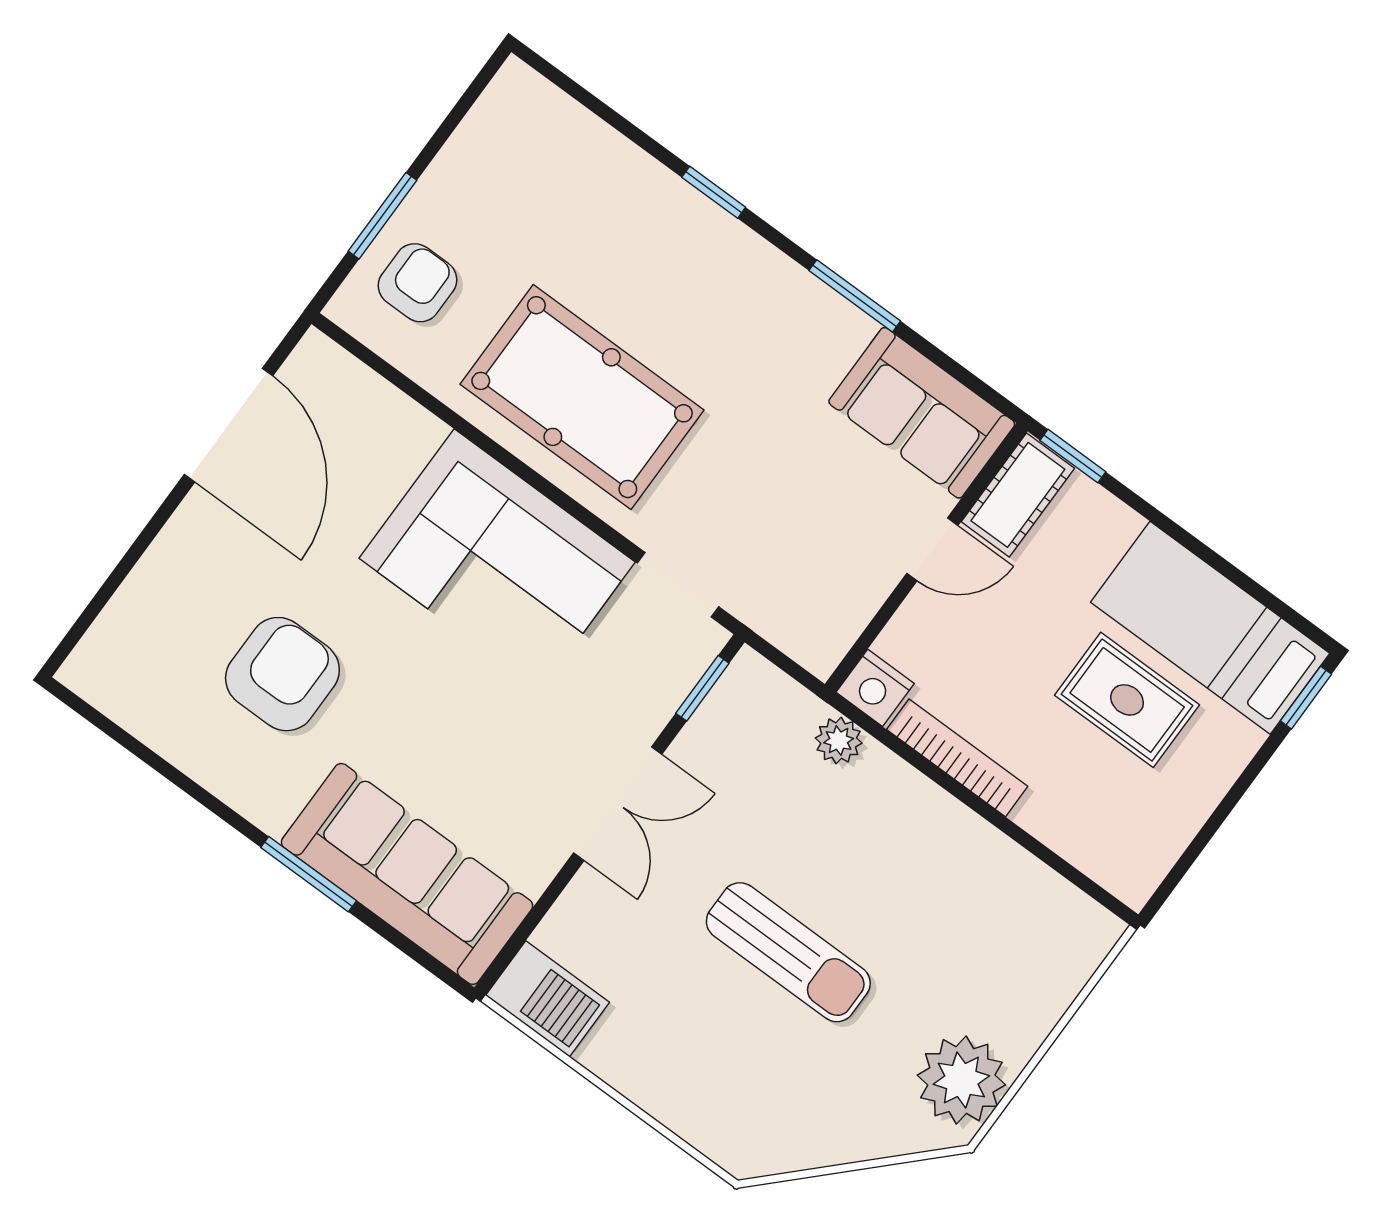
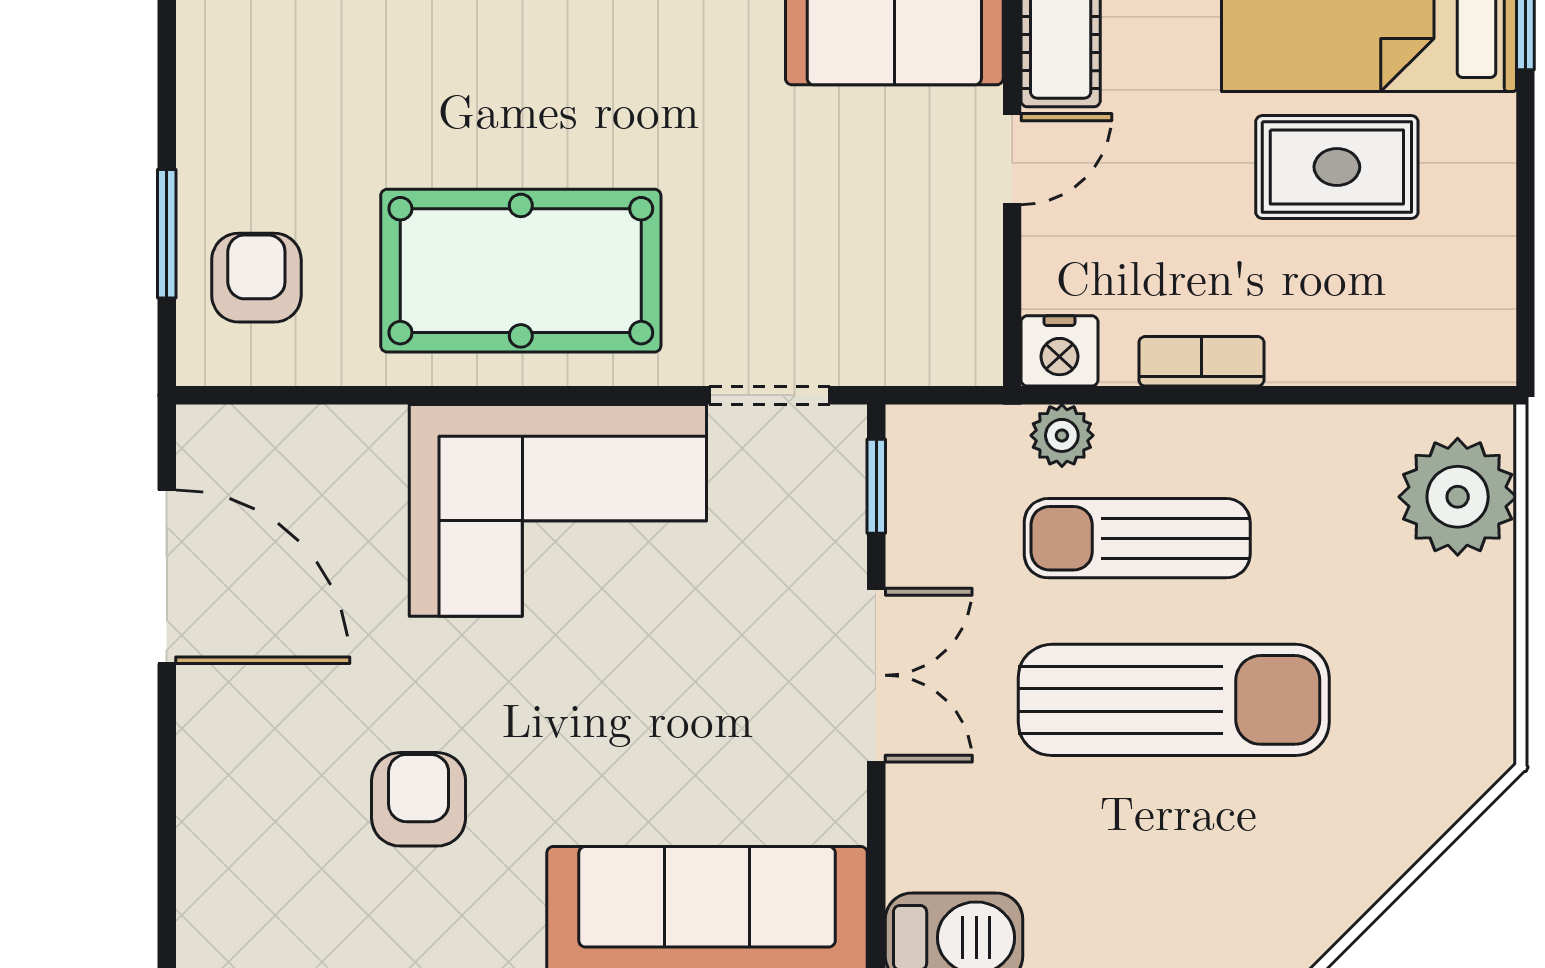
armchair: (282, 674) -> (419, 799), width x0.72, depth x0.72
bookcase: (957, 758) -> (1201, 361), width x0.64
sun lounger: (839, 837) -> (1137, 538), added
sun lounger: (788, 952) -> (1174, 700), width x1.36, depth x1.34
plant: (961, 1080) -> (1458, 497), moved

